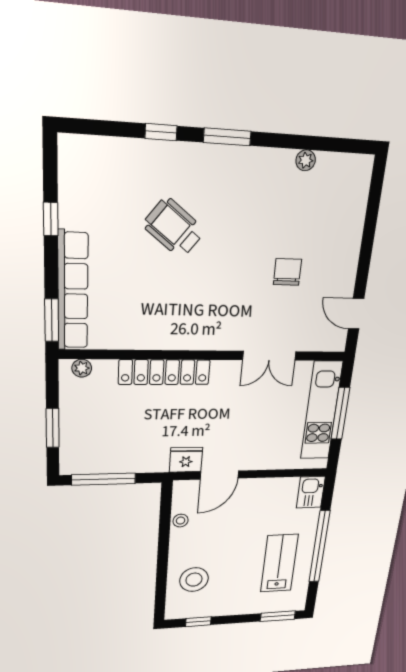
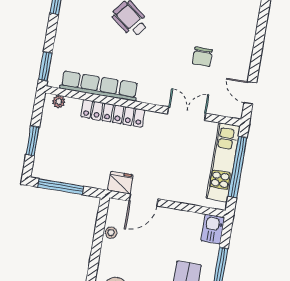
chair: (287, 272) -> (202, 57), turned 180
row of seats: (73, 291) -> (99, 86), moved, turned -90
double door: (269, 356) -> (187, 114), swing flipped
window: (340, 413) -> (238, 167), width x1.46

